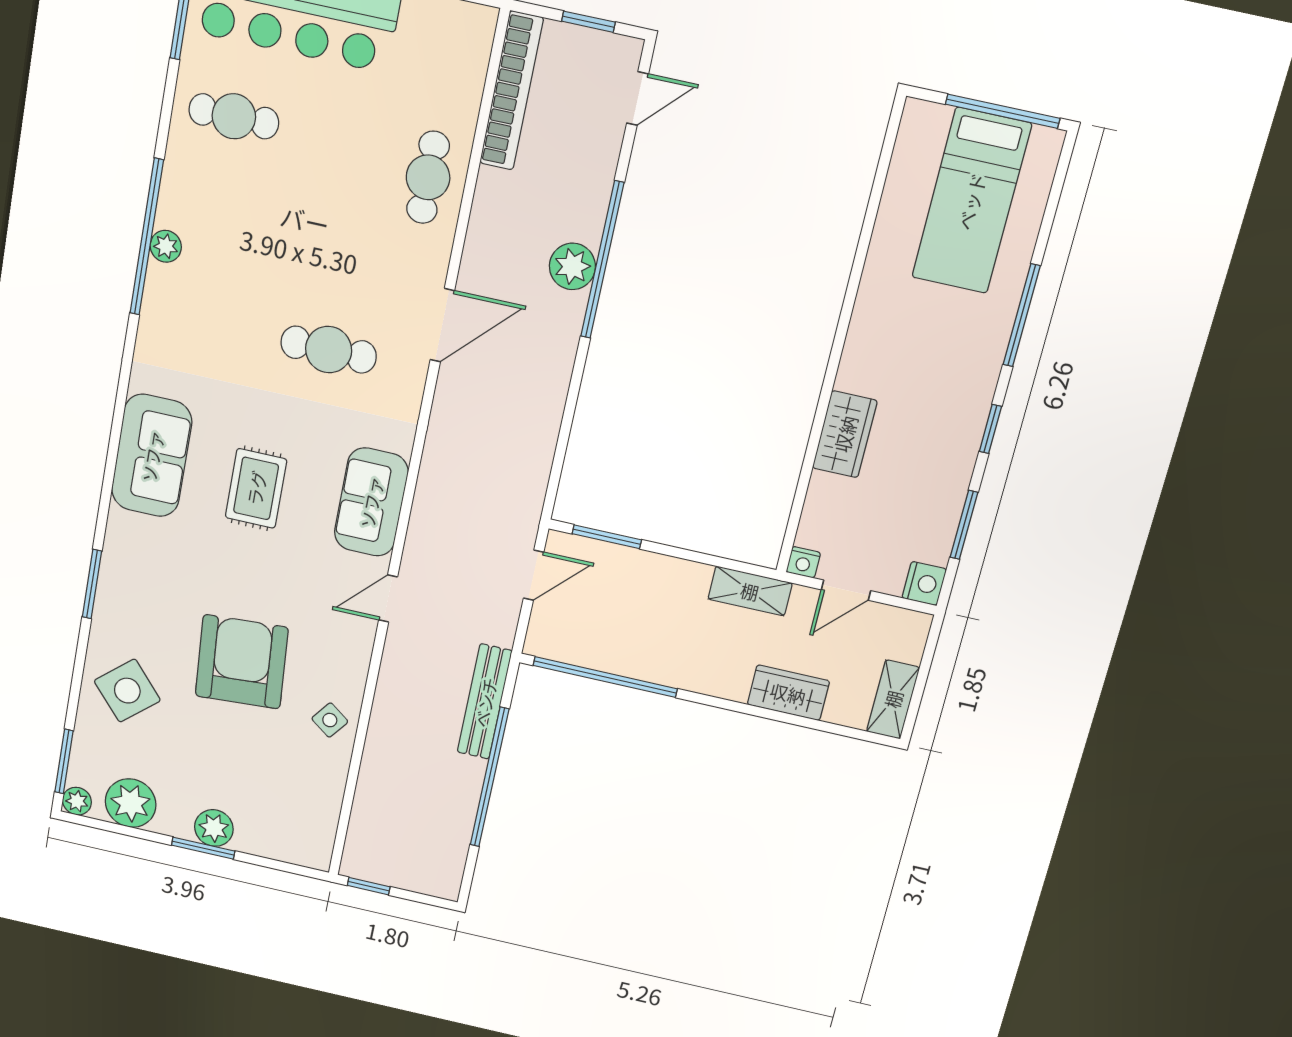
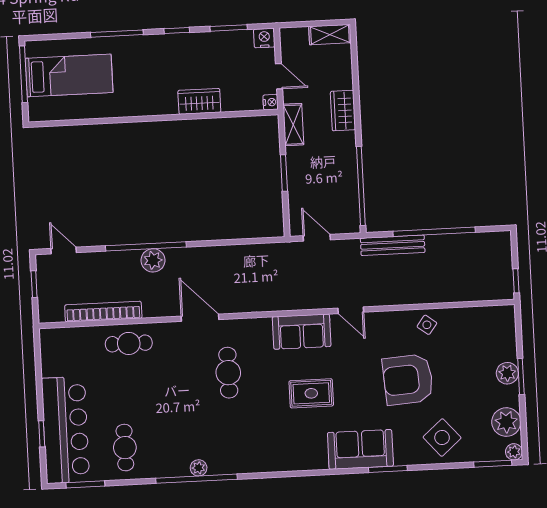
bookcase: (511, 91) -> (103, 312), moved
sofa: (152, 456) -> (360, 449), moved
window: (607, 537) -> (284, 173), moved
wardrobe: (788, 693) -> (343, 111), moved

